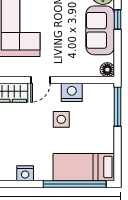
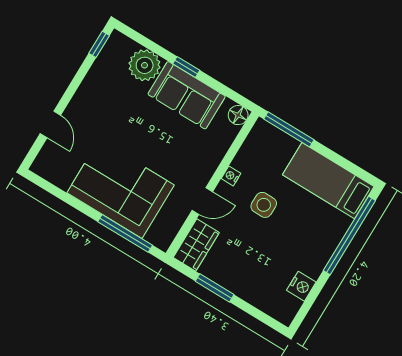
door: (41, 80) -> (202, 201), hinge flipped
nightstand: (72, 92) -> (231, 176), width x0.53, depth x0.56
bed: (84, 167) -> (328, 181), moved, turned 90

